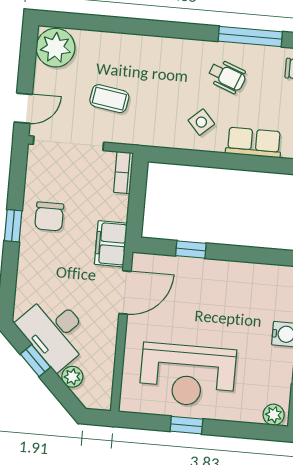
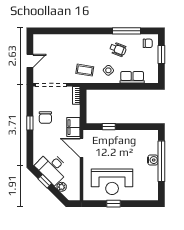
plant: (56, 48) -> (42, 43), removed
coffee table: (109, 99) -> (85, 70), moved
door: (23, 108) -> (30, 61), moved
door: (125, 292) -> (81, 148), swing flipped
plant: (274, 415) -> (151, 196), removed

